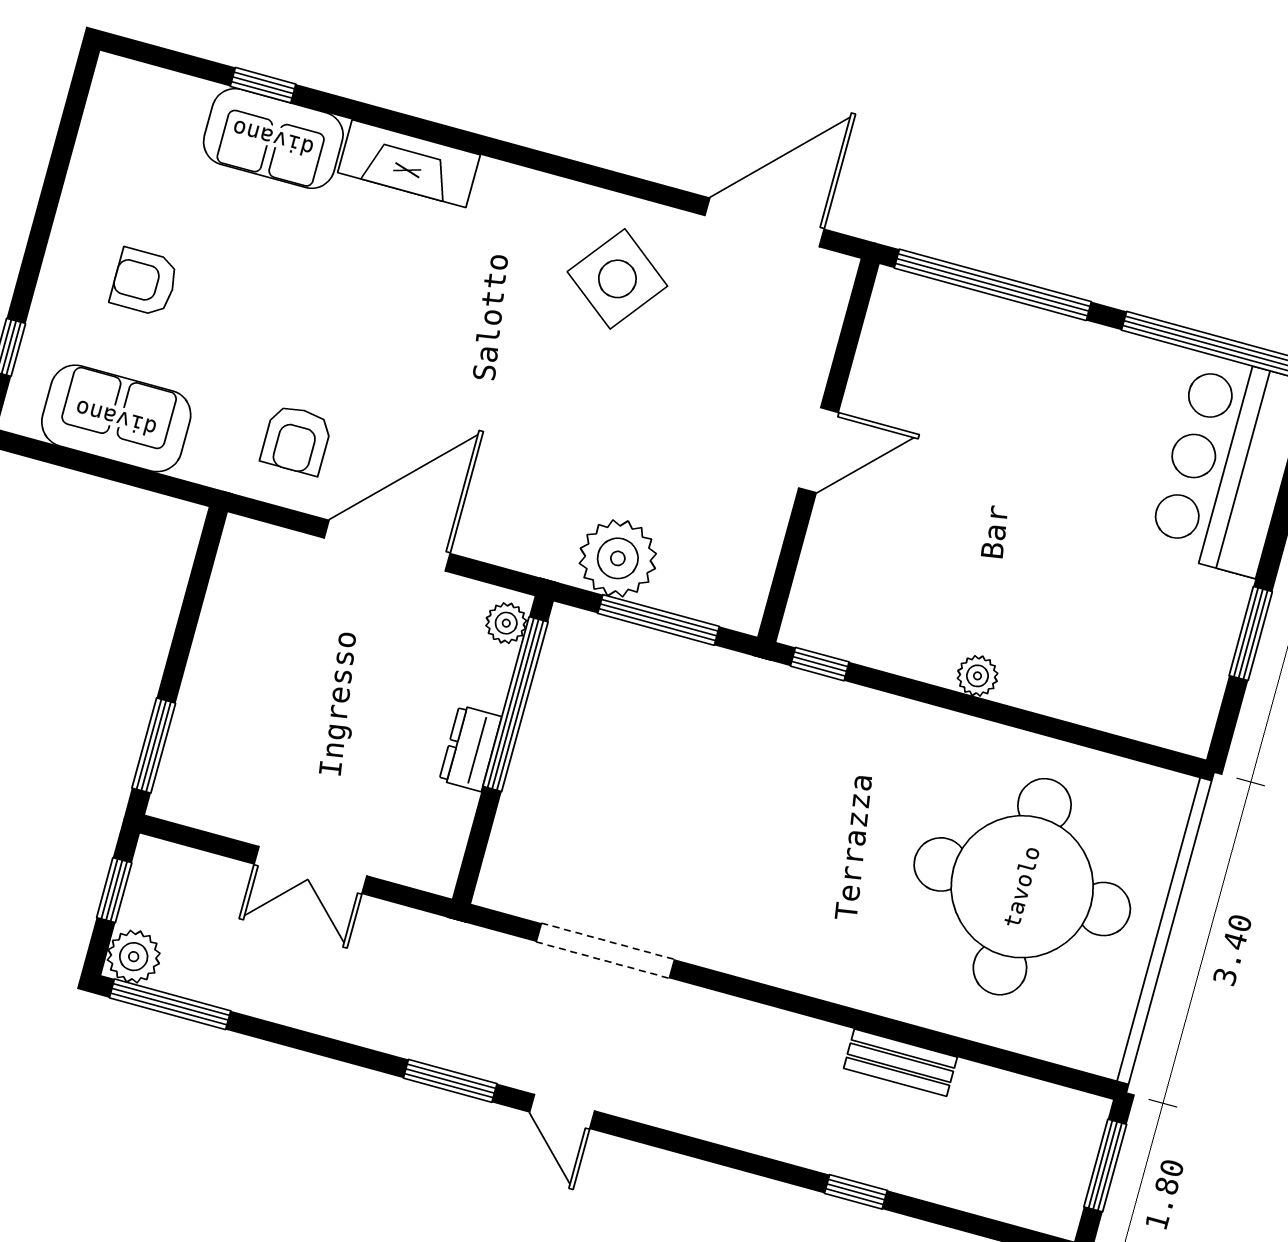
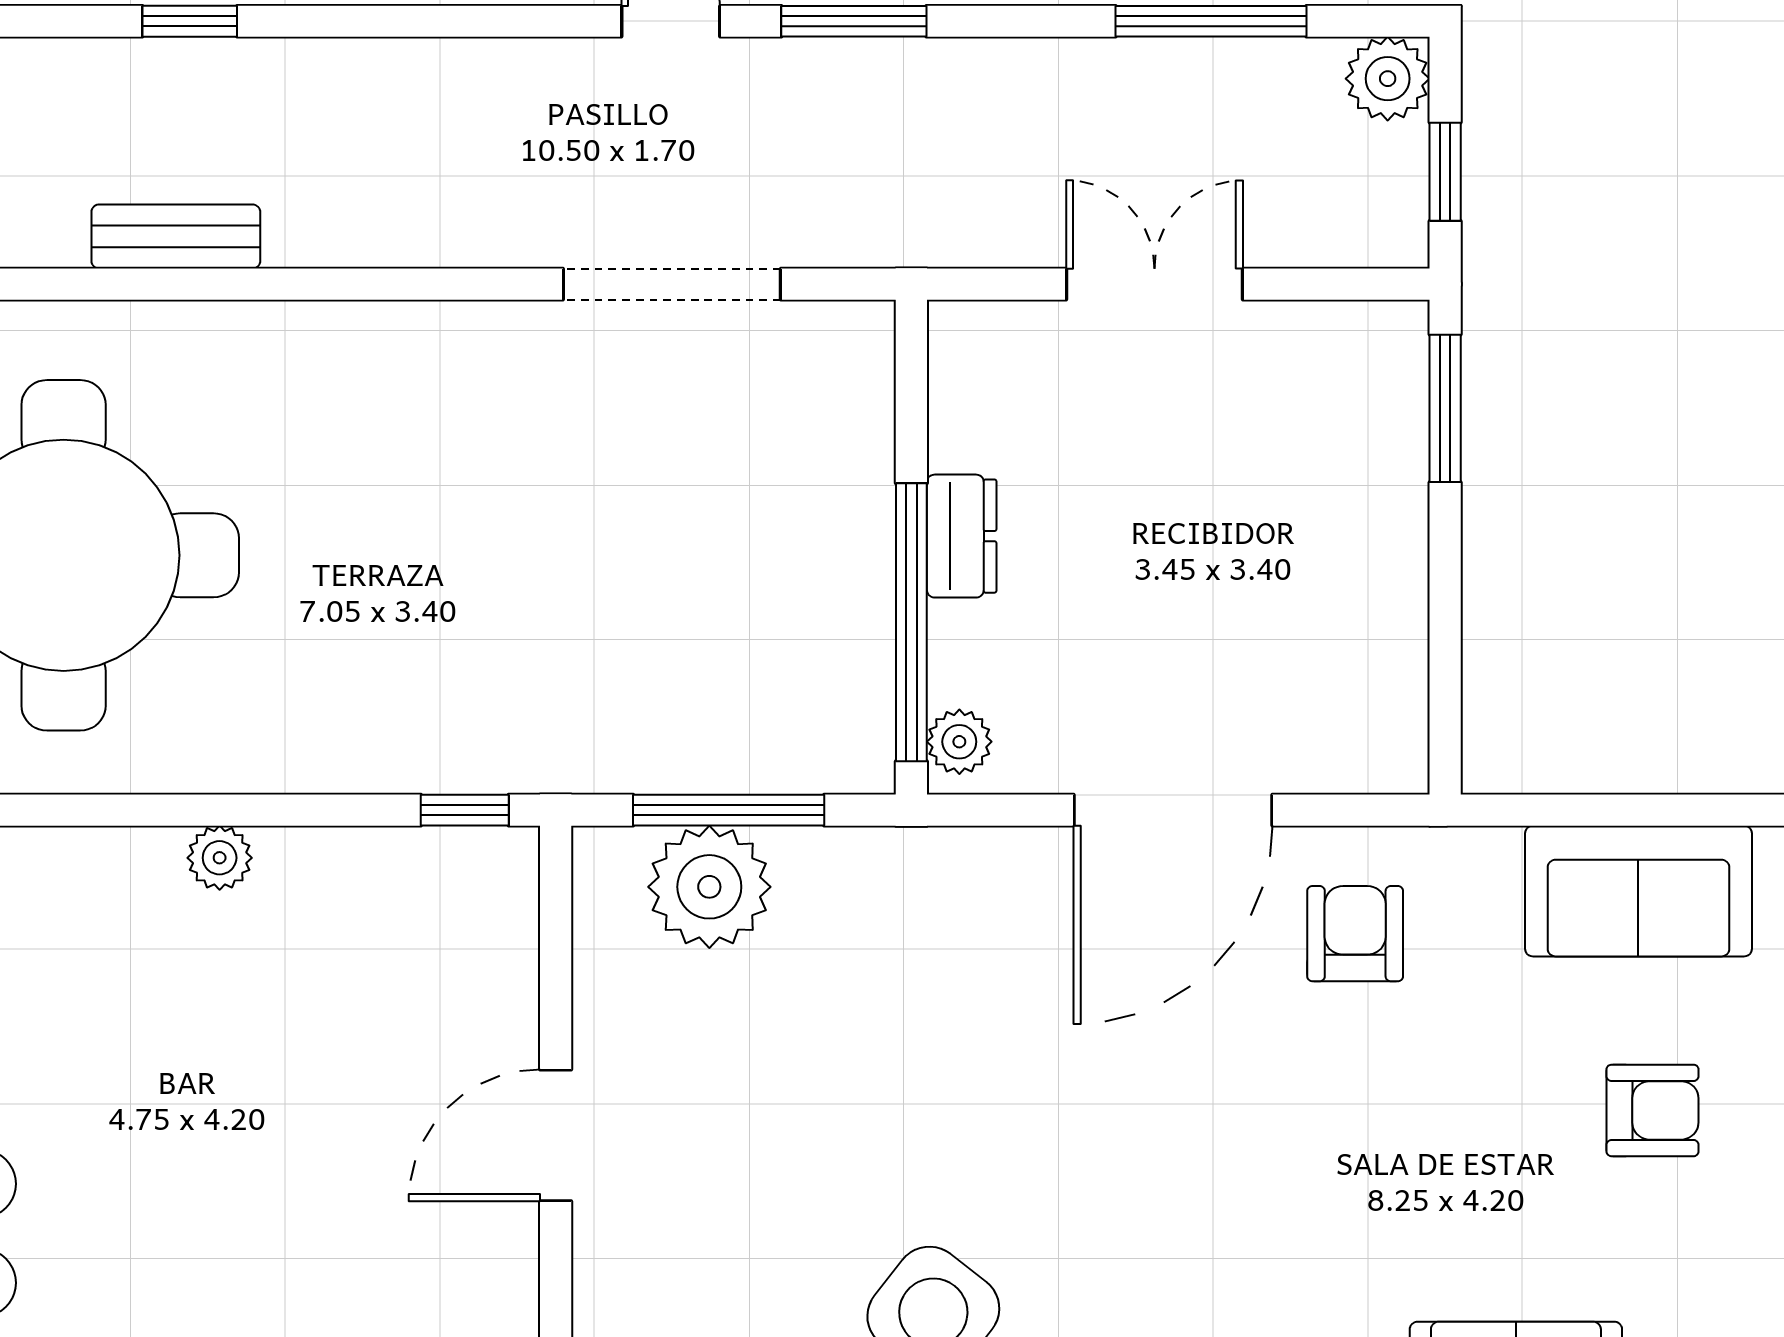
plant: (618, 558) -> (709, 887), moved
window: (170, 1004) -> (1211, 21), moved

